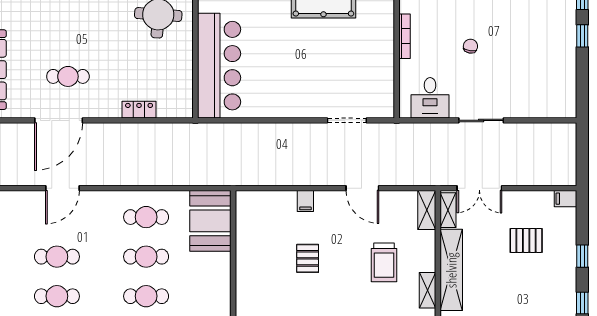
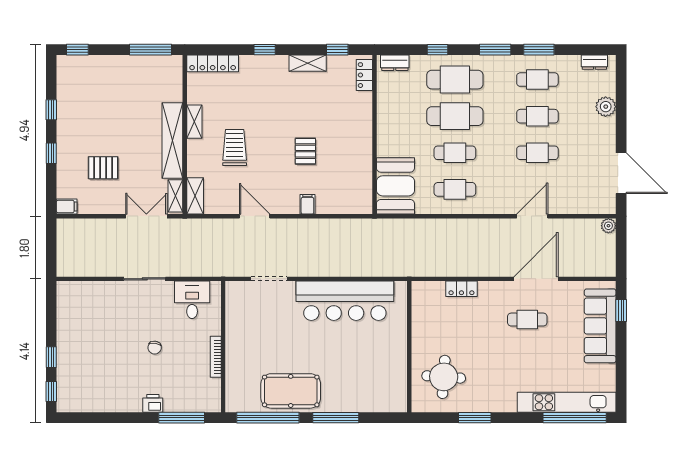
bar counter: (219, 66) -> (345, 301), moved, turned -90
cafe table: (146, 296) -> (455, 116), width x1.37, depth x1.35

